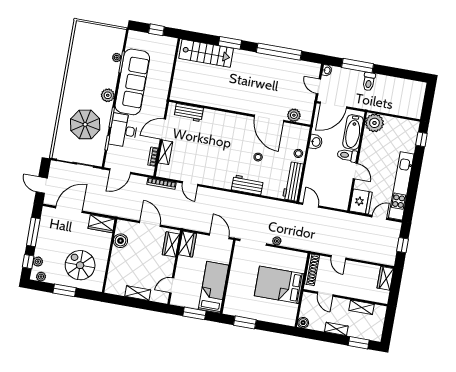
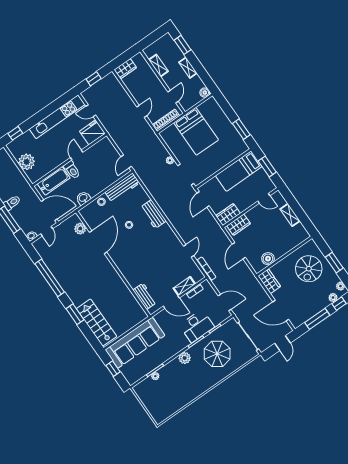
sofa: (132, 82) -> (135, 343), moved, turned 180
plant: (374, 123) -> (27, 162), moved

